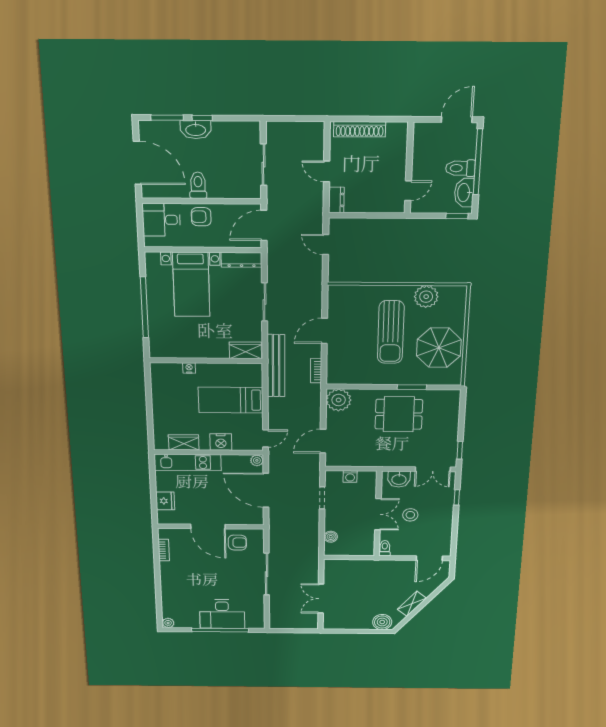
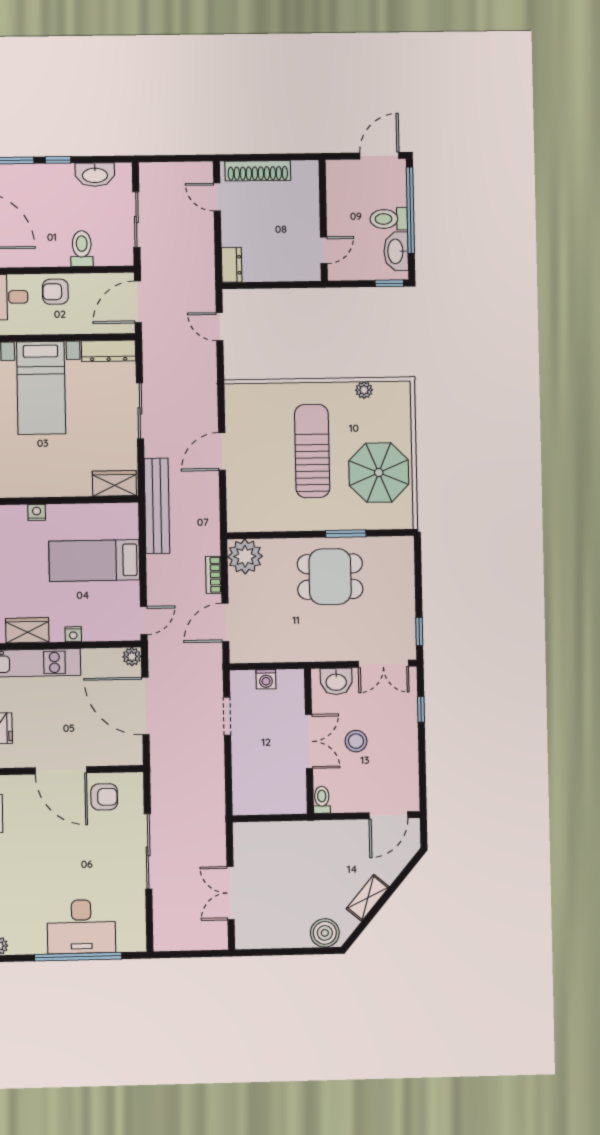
washbasin: (196, 130) -> (95, 175), moved
door: (327, 171) -> (217, 197), moved
toilet: (198, 185) -> (82, 249), moved
plant: (426, 297) -> (364, 390), width x0.53, depth x0.53
sun lounger: (391, 332) -> (312, 451), turned 180
bookcase: (316, 371) -> (214, 575), moved
nightstand: (221, 442) -> (73, 634), width x0.53, depth x0.56
boiler: (331, 537) -> (242, 782), removed

